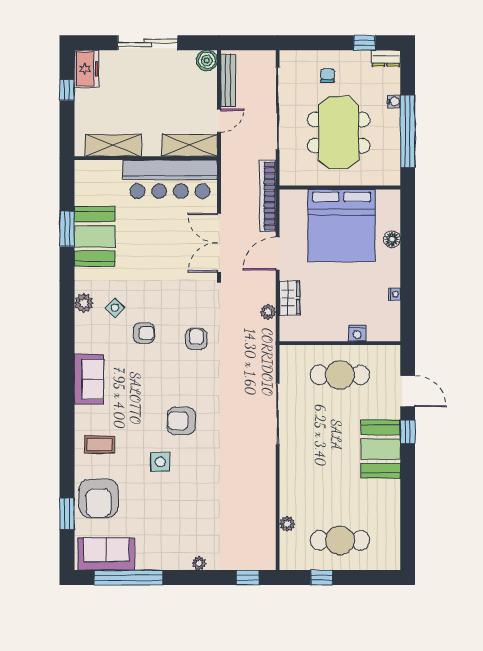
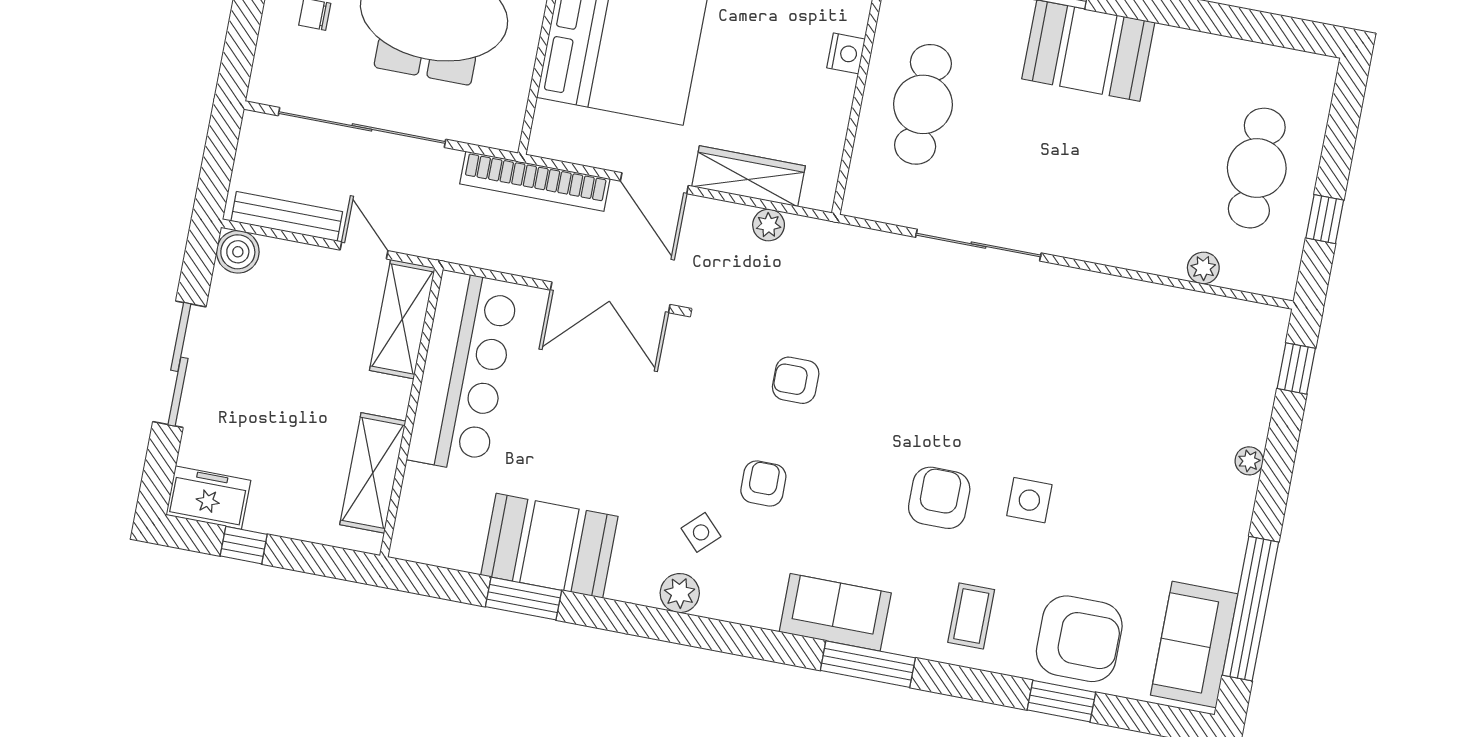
wardrobe: (290, 298) -> (749, 176), width x1.50
window: (67, 400) -> (868, 664), added
armchair: (181, 421) -> (939, 498), moved, turned 180
window: (67, 514) -> (1061, 701), moved

